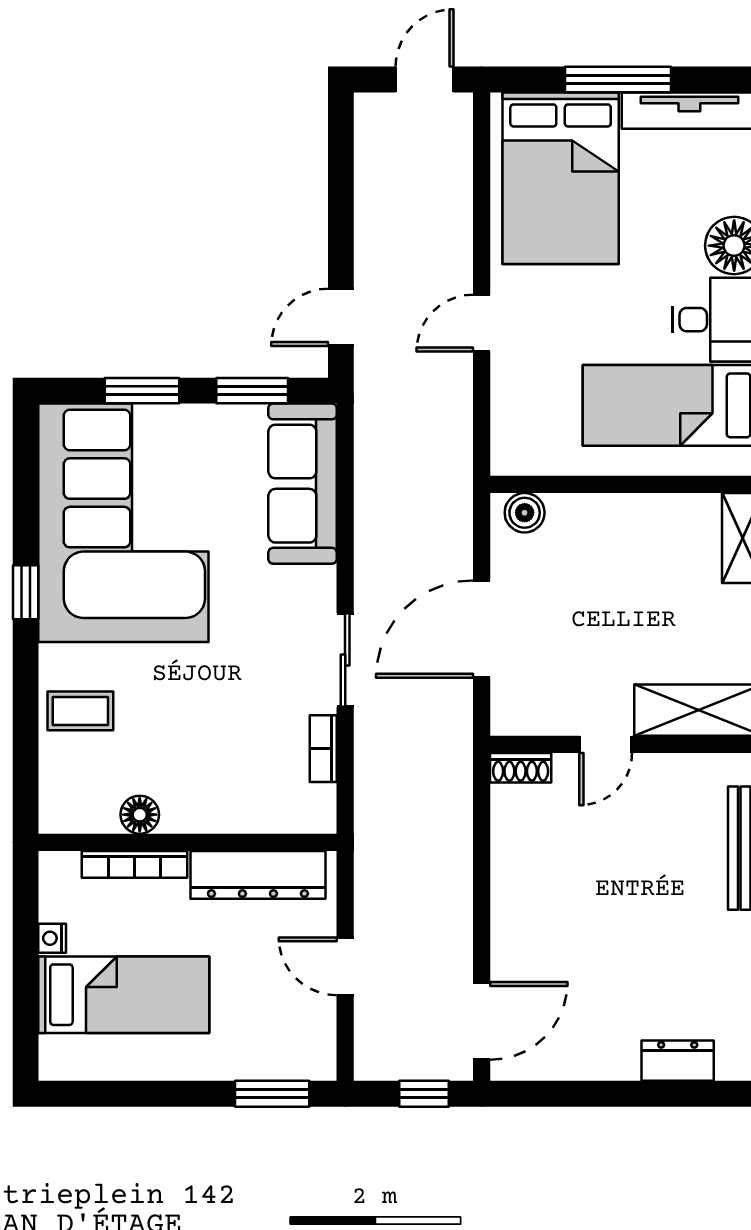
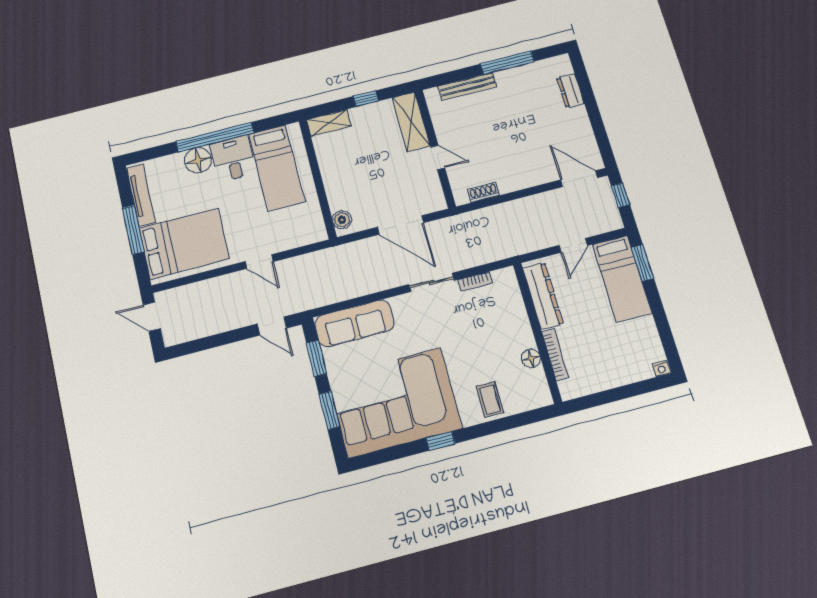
shoe rack: (521, 768) -> (484, 192), moved, turned -90
nightstand: (52, 938) -> (661, 368), moved
bed: (124, 995) -> (622, 279), moved, turned 180

